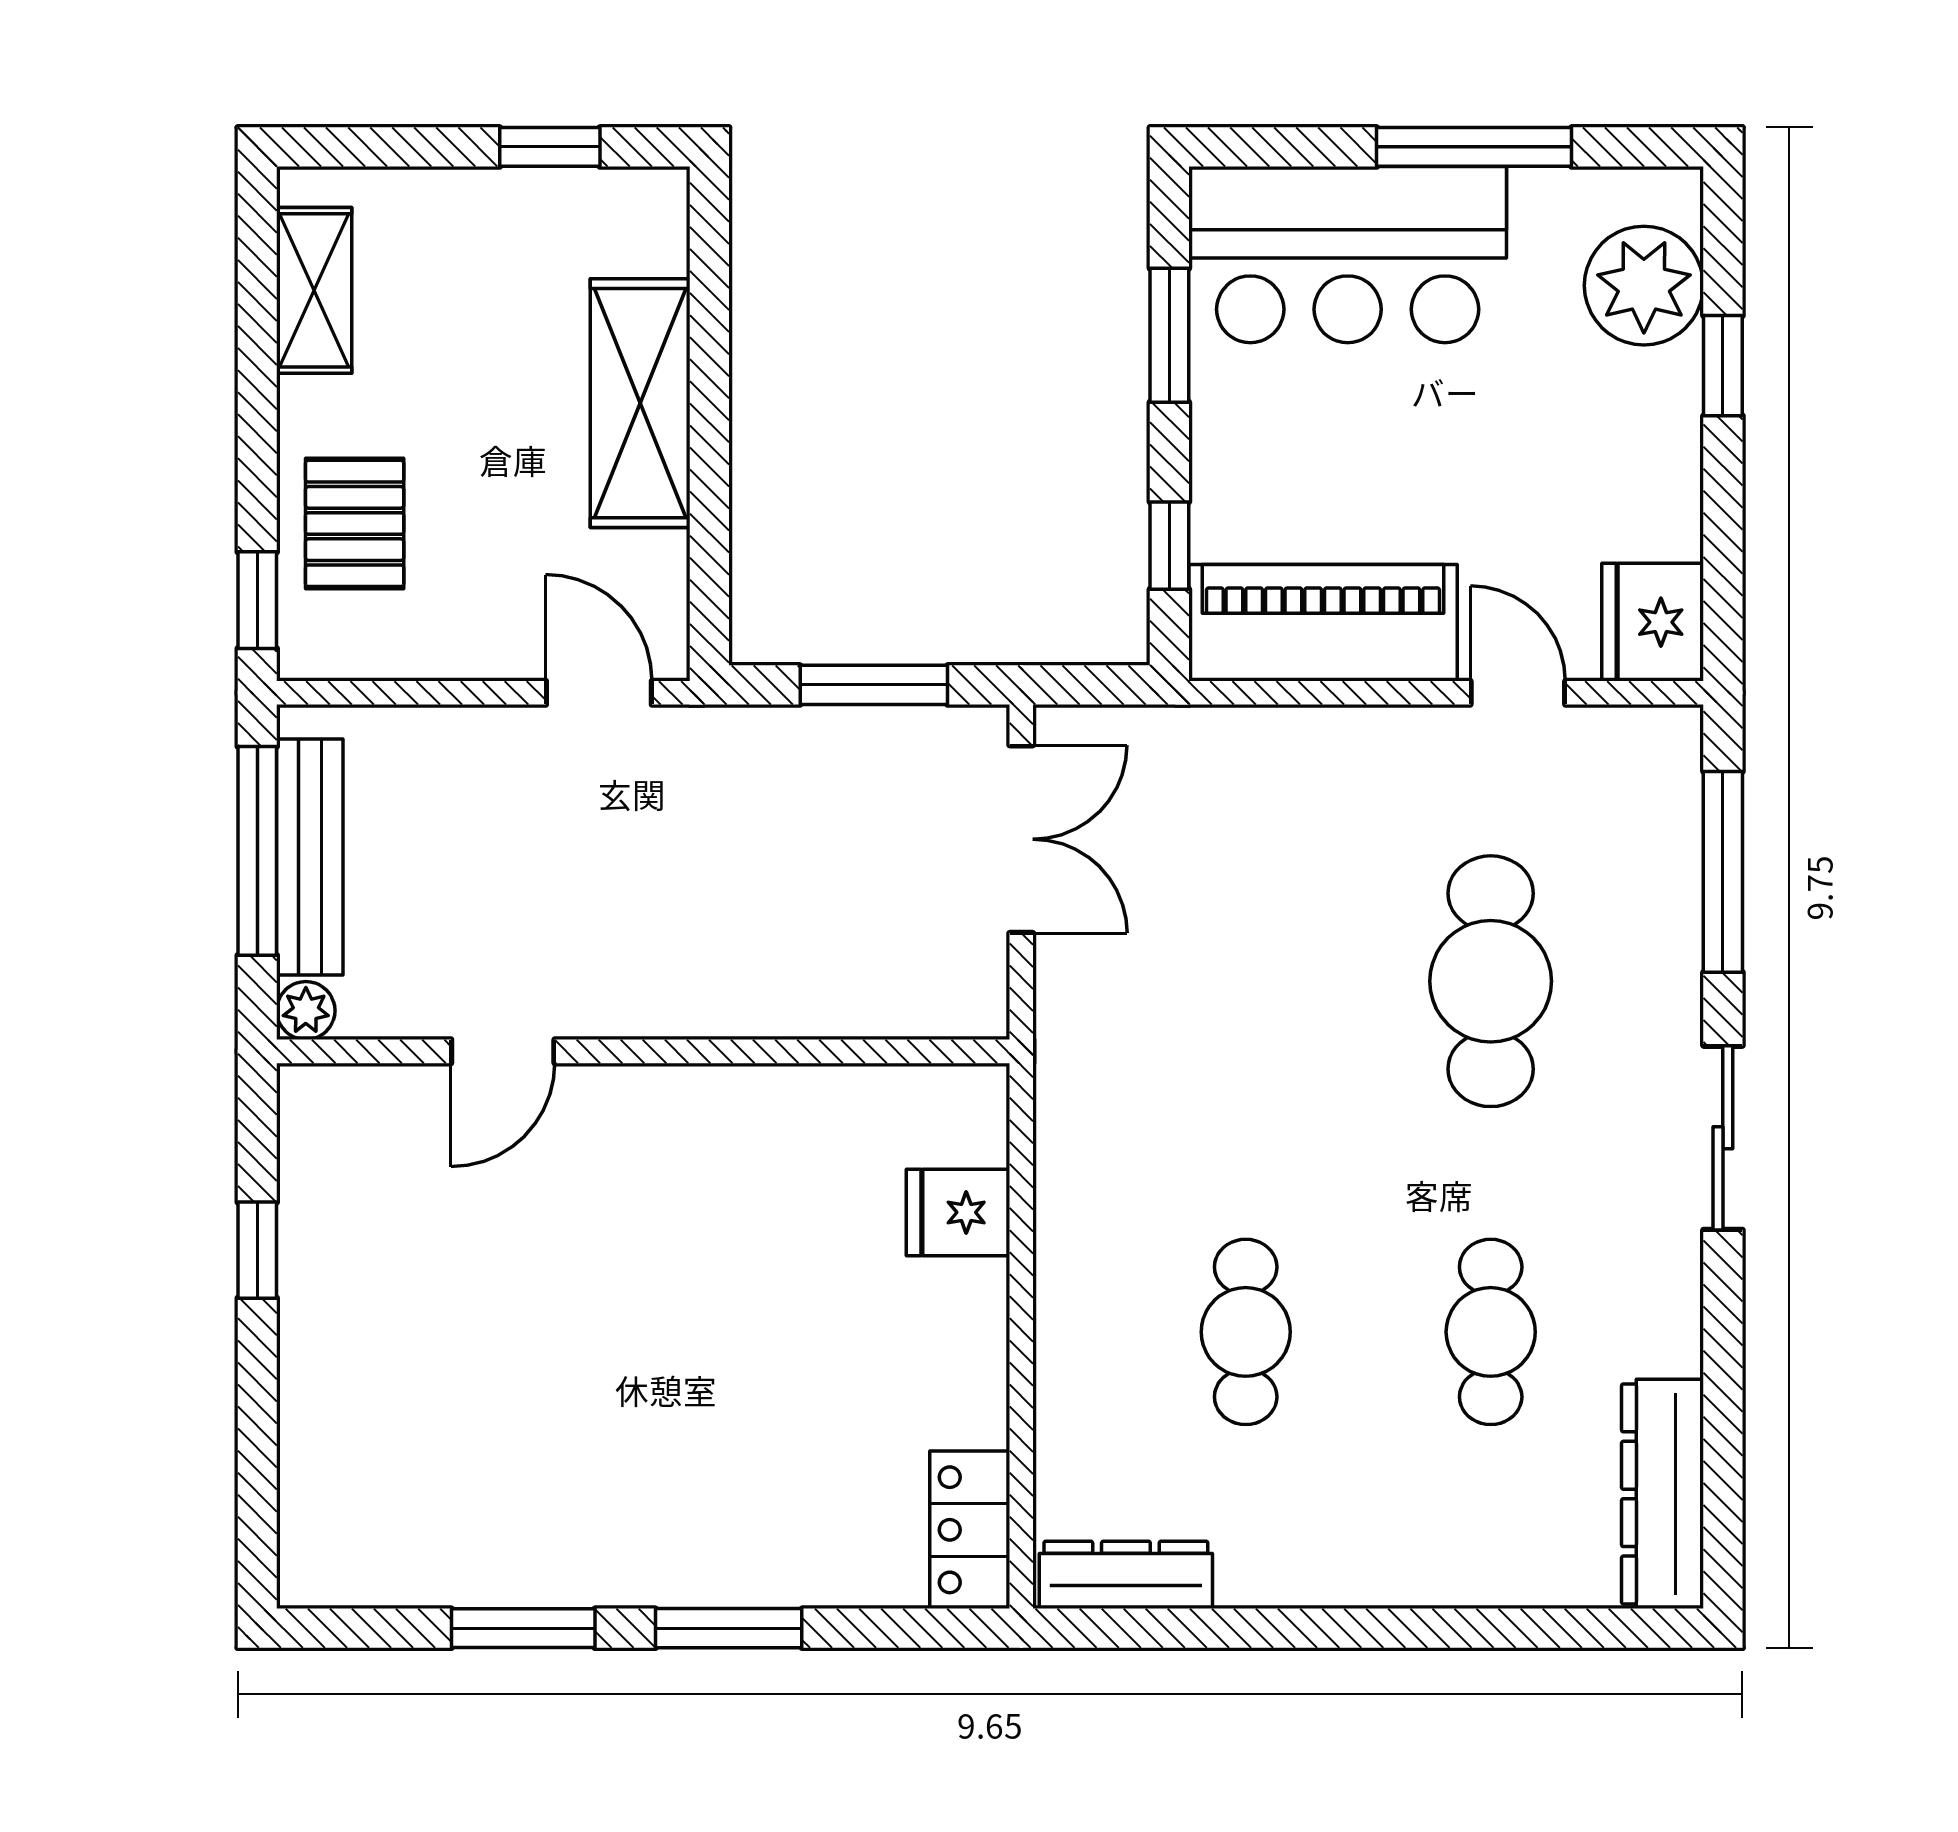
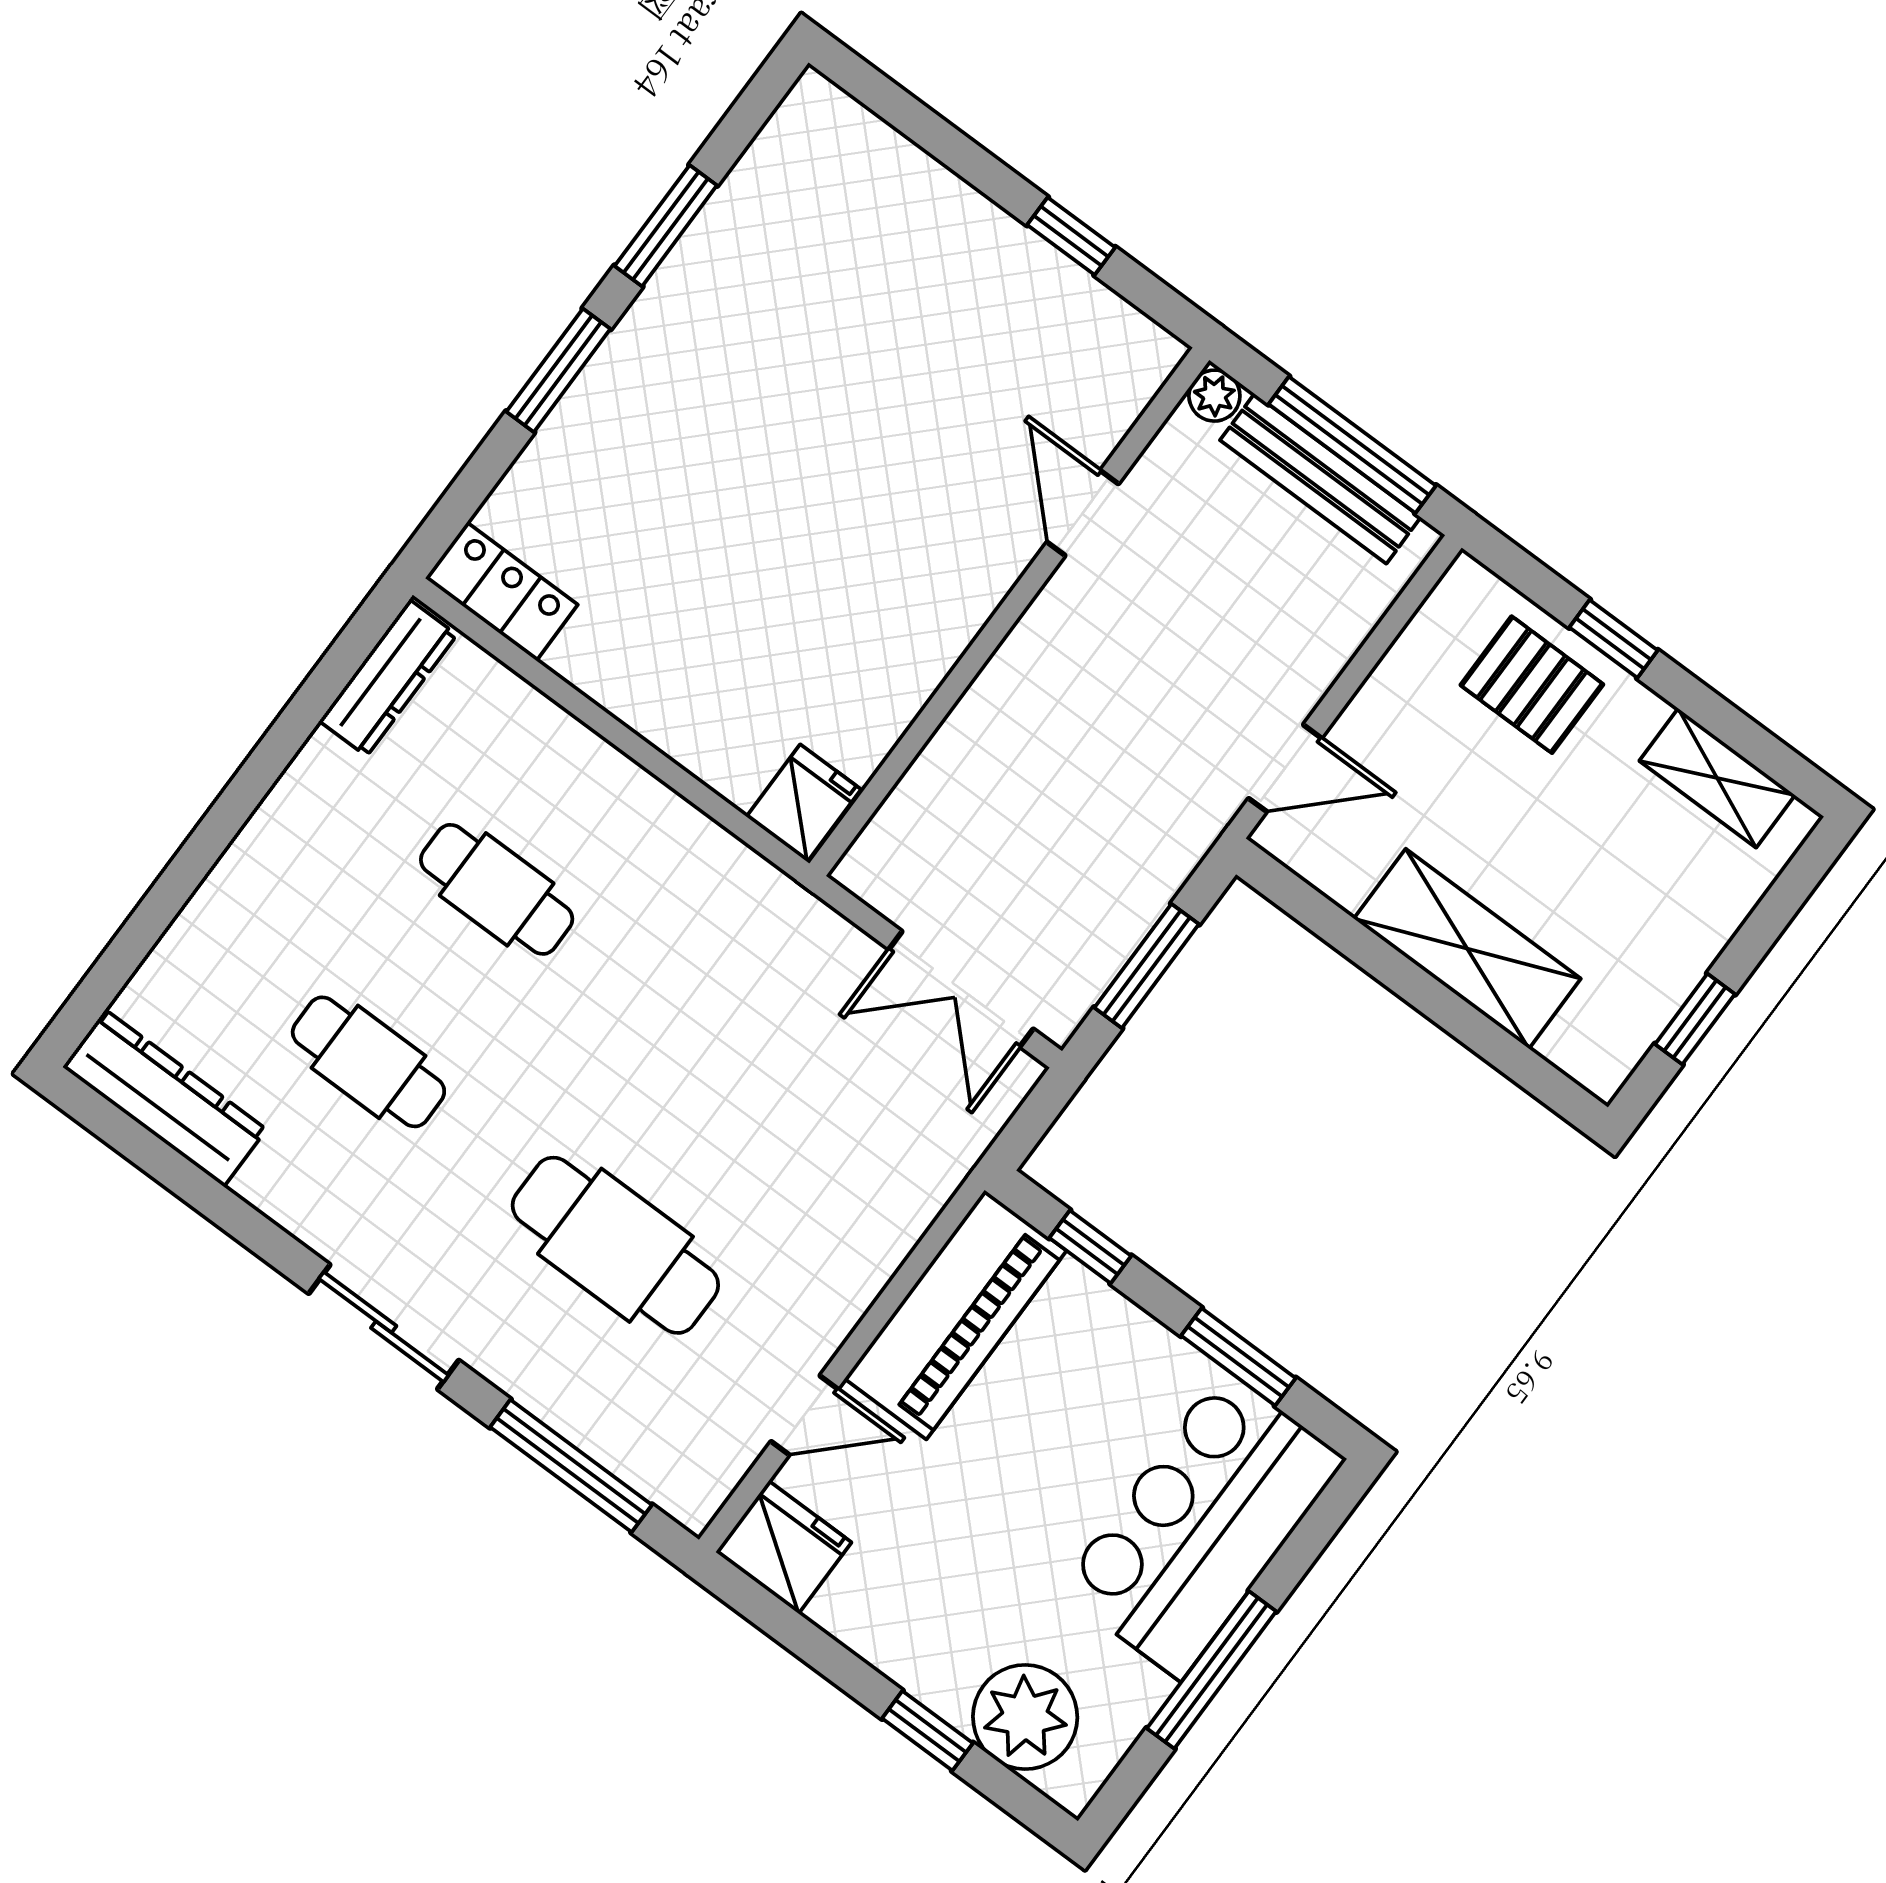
window: (257, 600) -> (1614, 639), moved
fridge: (958, 1212) -> (804, 803), moved

